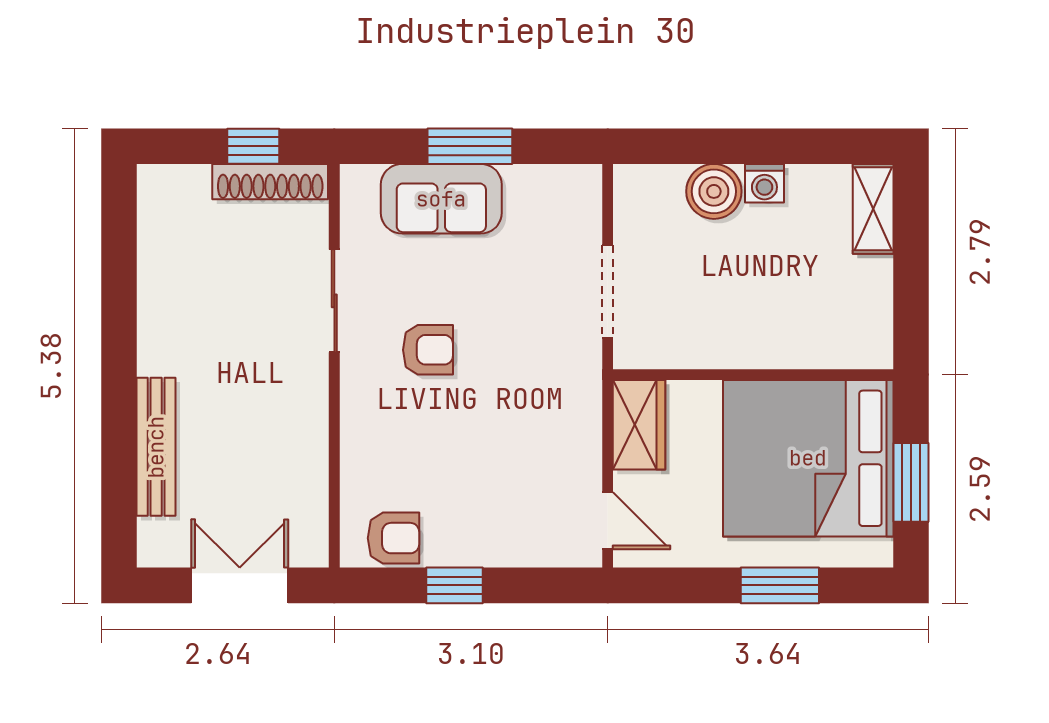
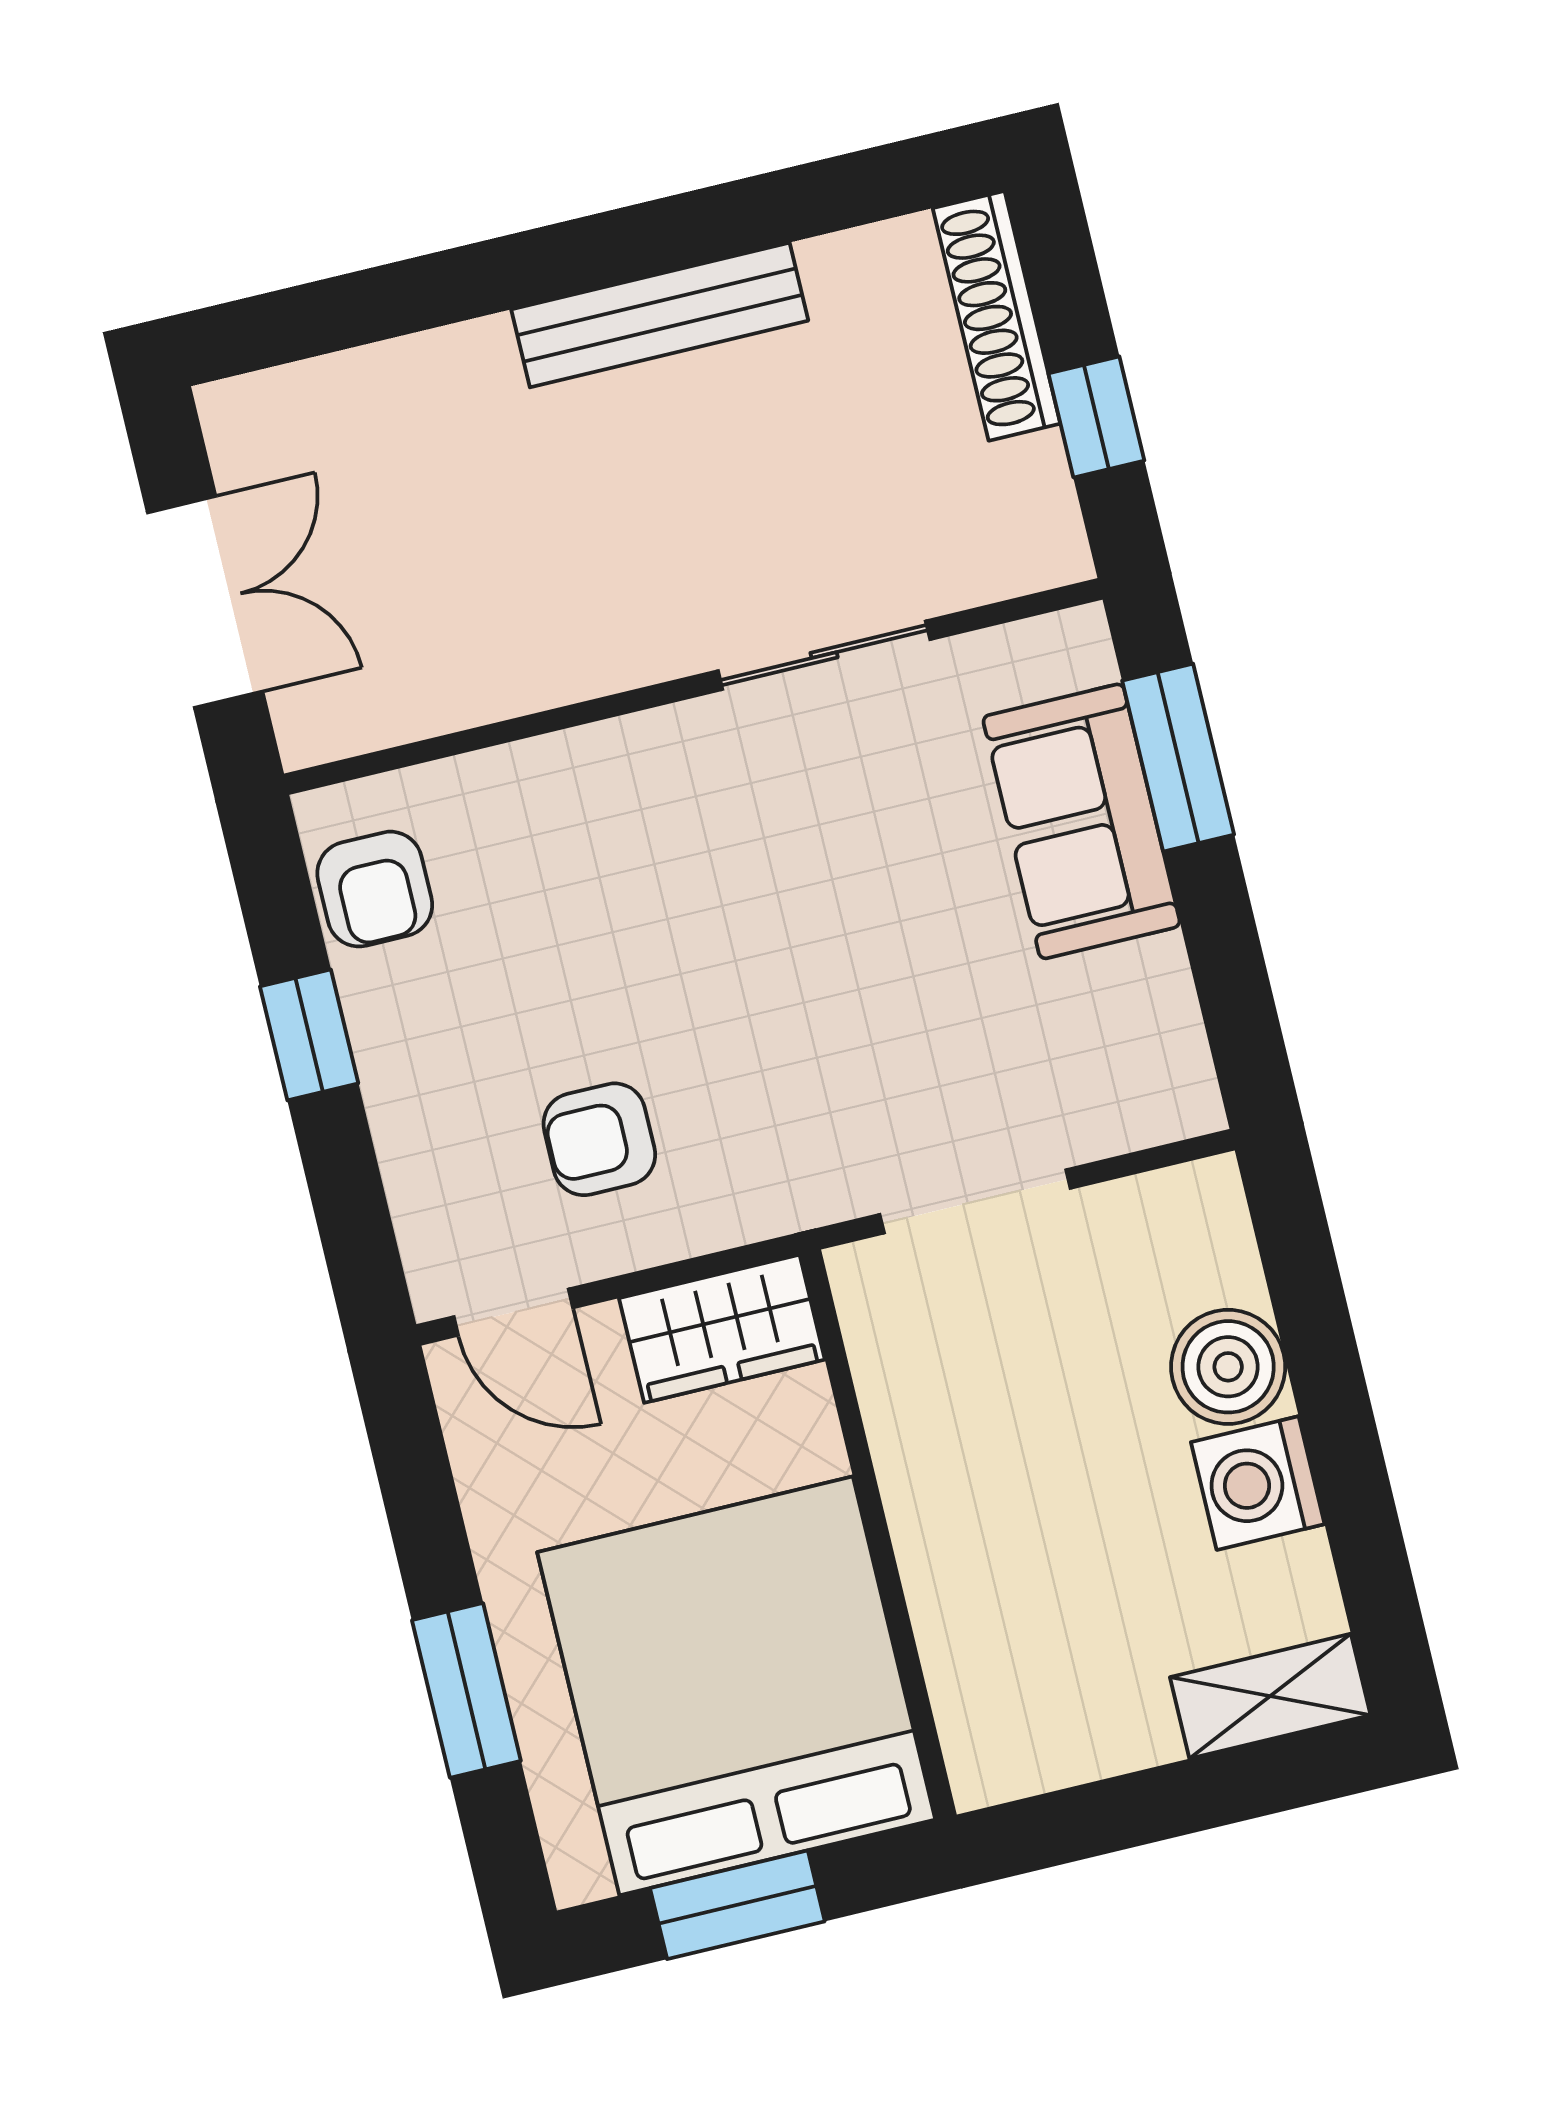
window: (470, 146) -> (1178, 758), moved
shoe rack: (270, 182) -> (997, 316), moved
washing machine: (764, 183) -> (1258, 1483), width x1.38, depth x1.38
armchair: (428, 350) -> (599, 1139), moved, turned 90
bench: (156, 447) -> (660, 315), moved
door: (608, 521) -> (513, 1312), hinge flipped

